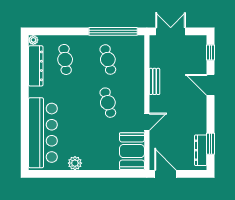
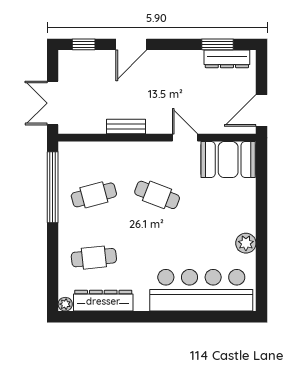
cafe table: (108, 103) -> (157, 195), turned 36

